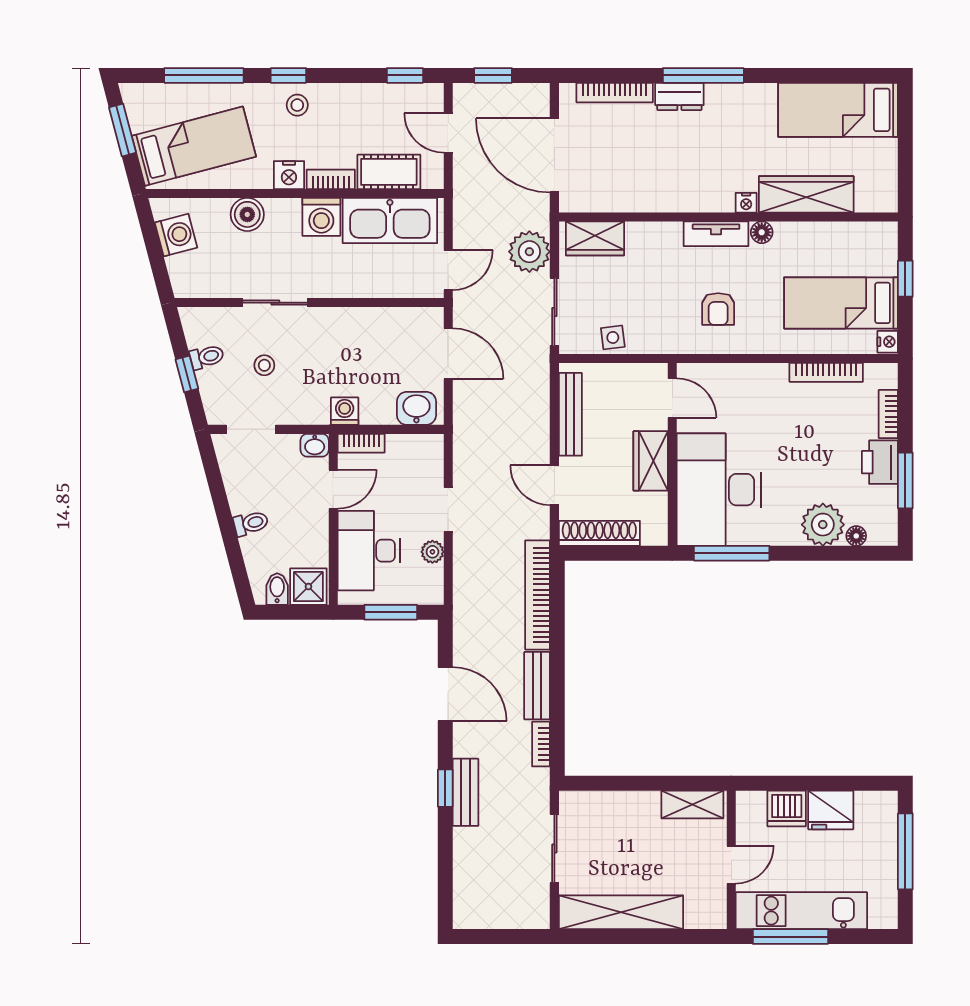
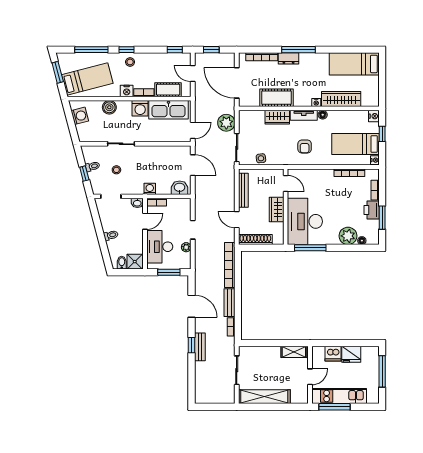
cot: (650, 191) -> (276, 98), added
nightstand: (885, 236) -> (374, 116), added
wardrobe: (595, 238) -> (277, 117), moved

